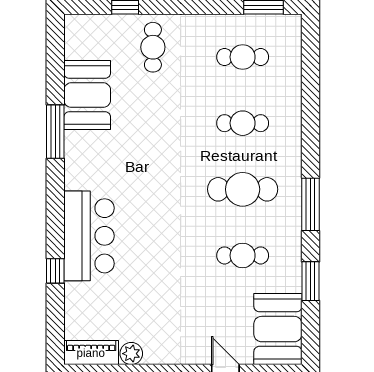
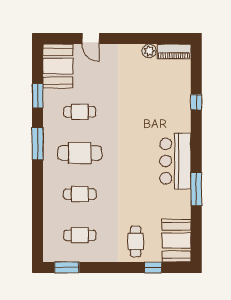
booth: (87, 95) -> (176, 241), moved
bar counter: (89, 236) -> (175, 161), moved

